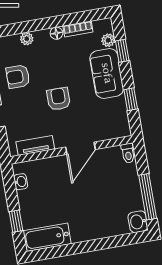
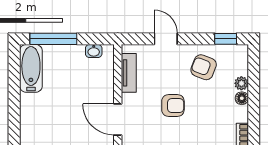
floor lamp: (56, 33) -> (242, 98), moved
armchair: (18, 77) -> (204, 67), turned -69
window: (16, 221) -> (53, 39), width x2.17

